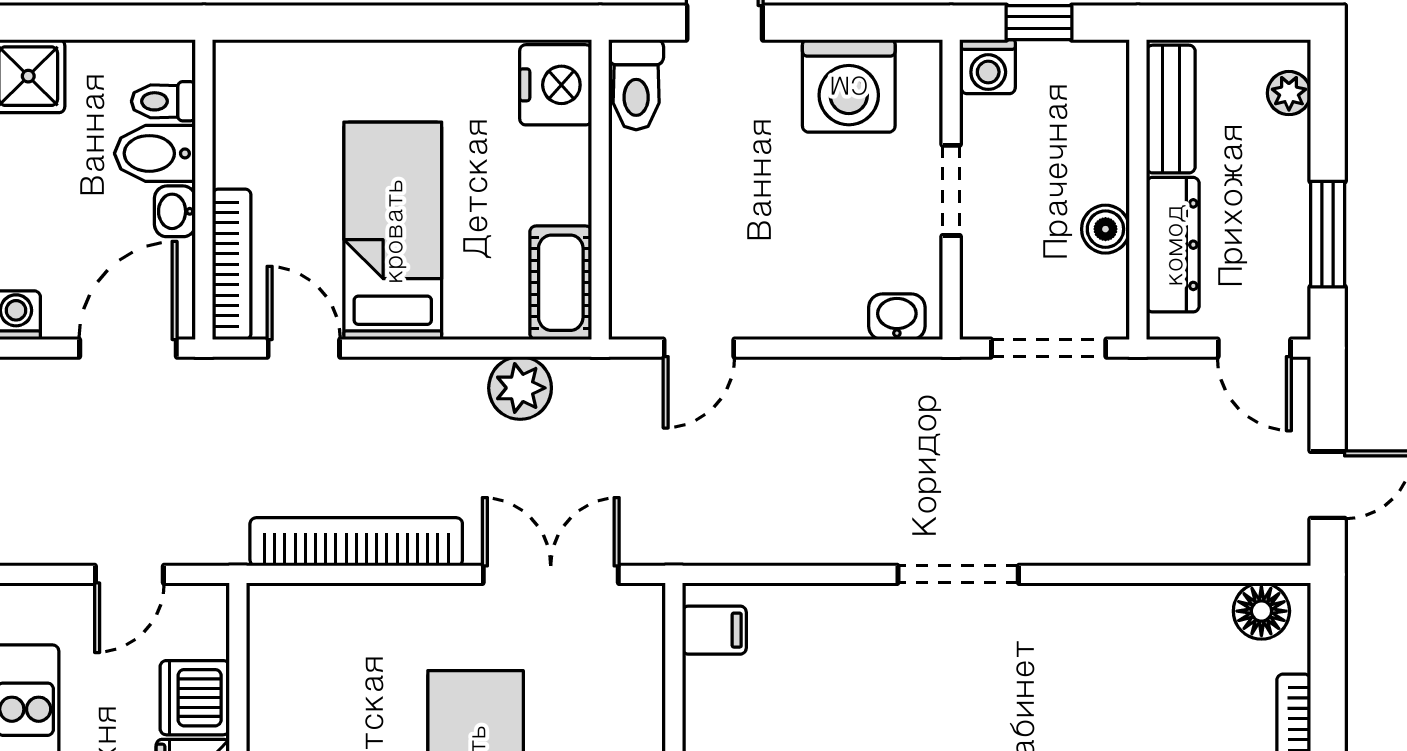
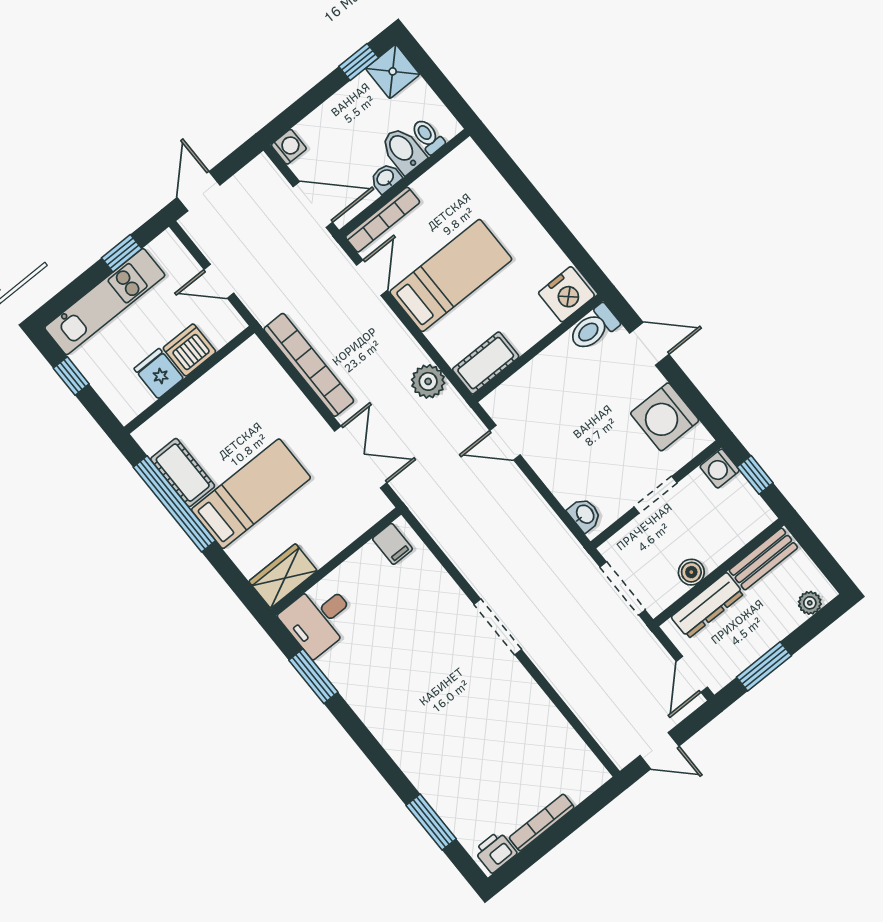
floor lamp: (1261, 611) -> (585, 766), removed

